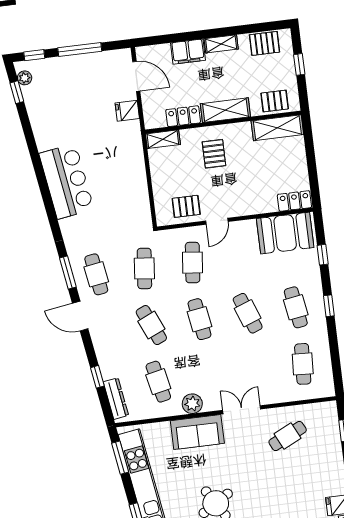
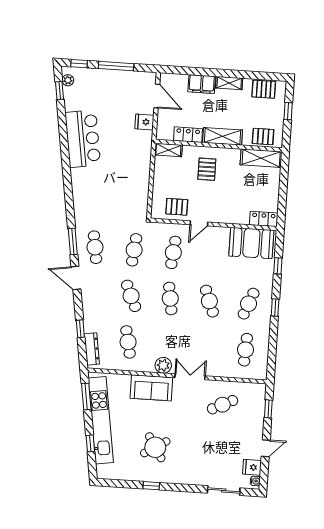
bar counter: (66, 181) -> (83, 139), moved
cafe table: (296, 307) -> (249, 304), turned 30
plant: (192, 404) -> (163, 365), moved

